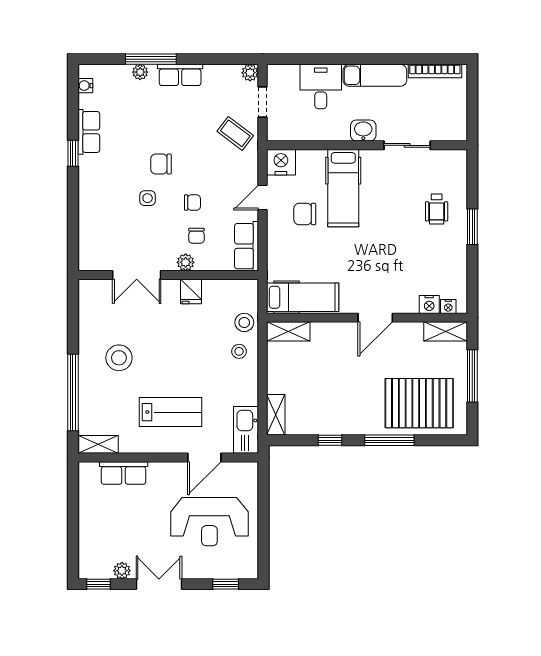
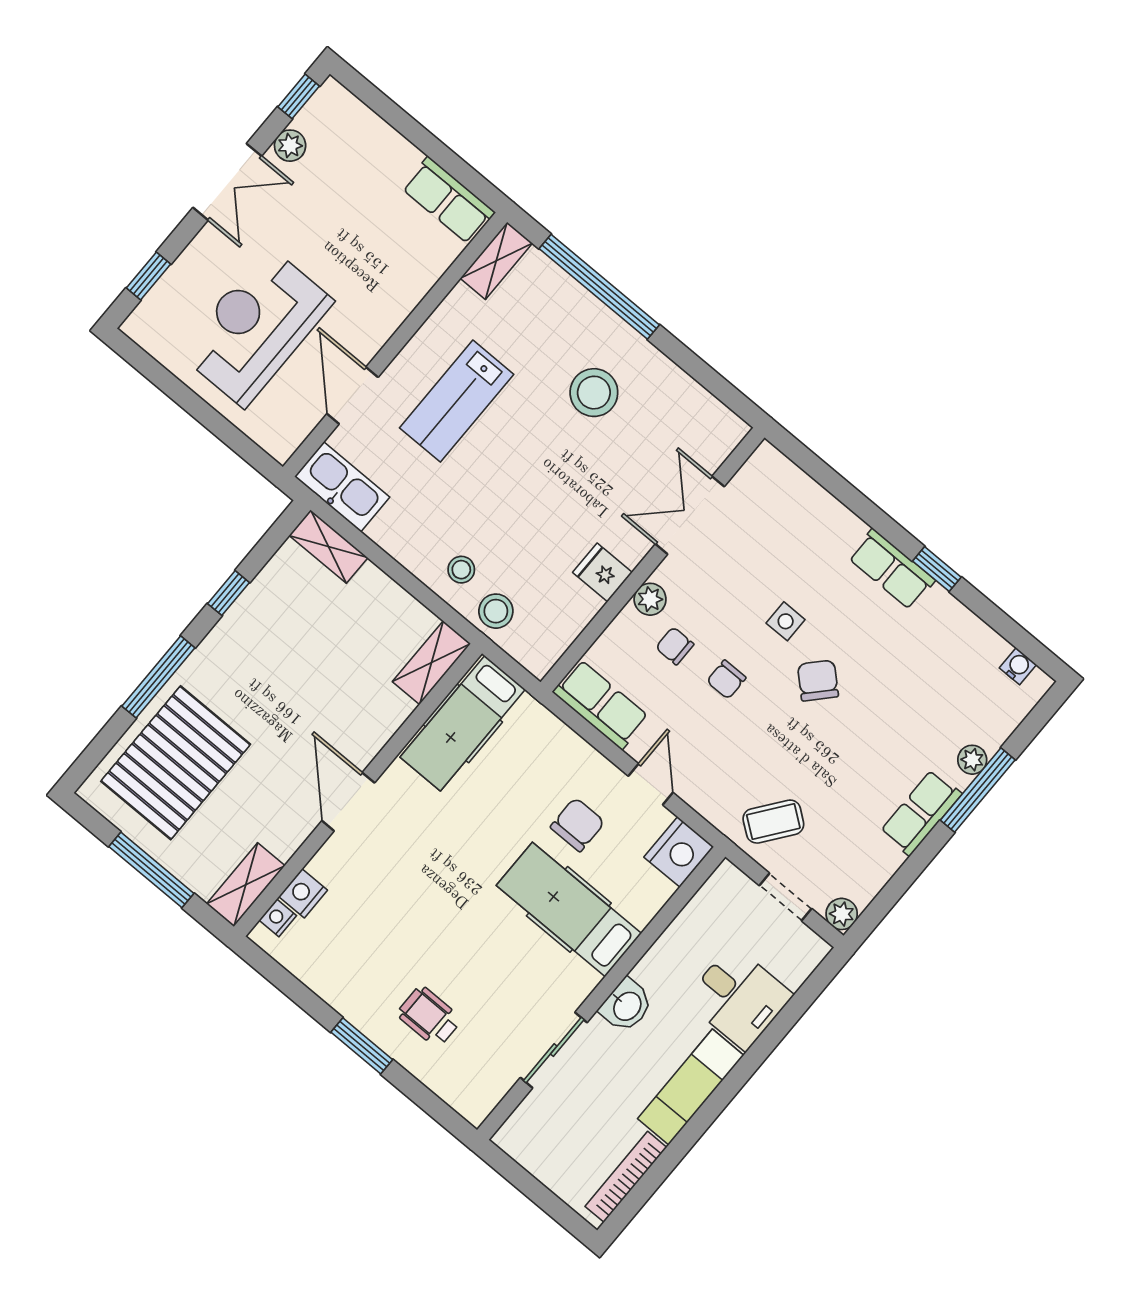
row of seats: (89, 132) -> (892, 569), moved
chair: (161, 164) -> (818, 681), turned -47
row of seats: (124, 473) -> (448, 200), moved, turned -90

